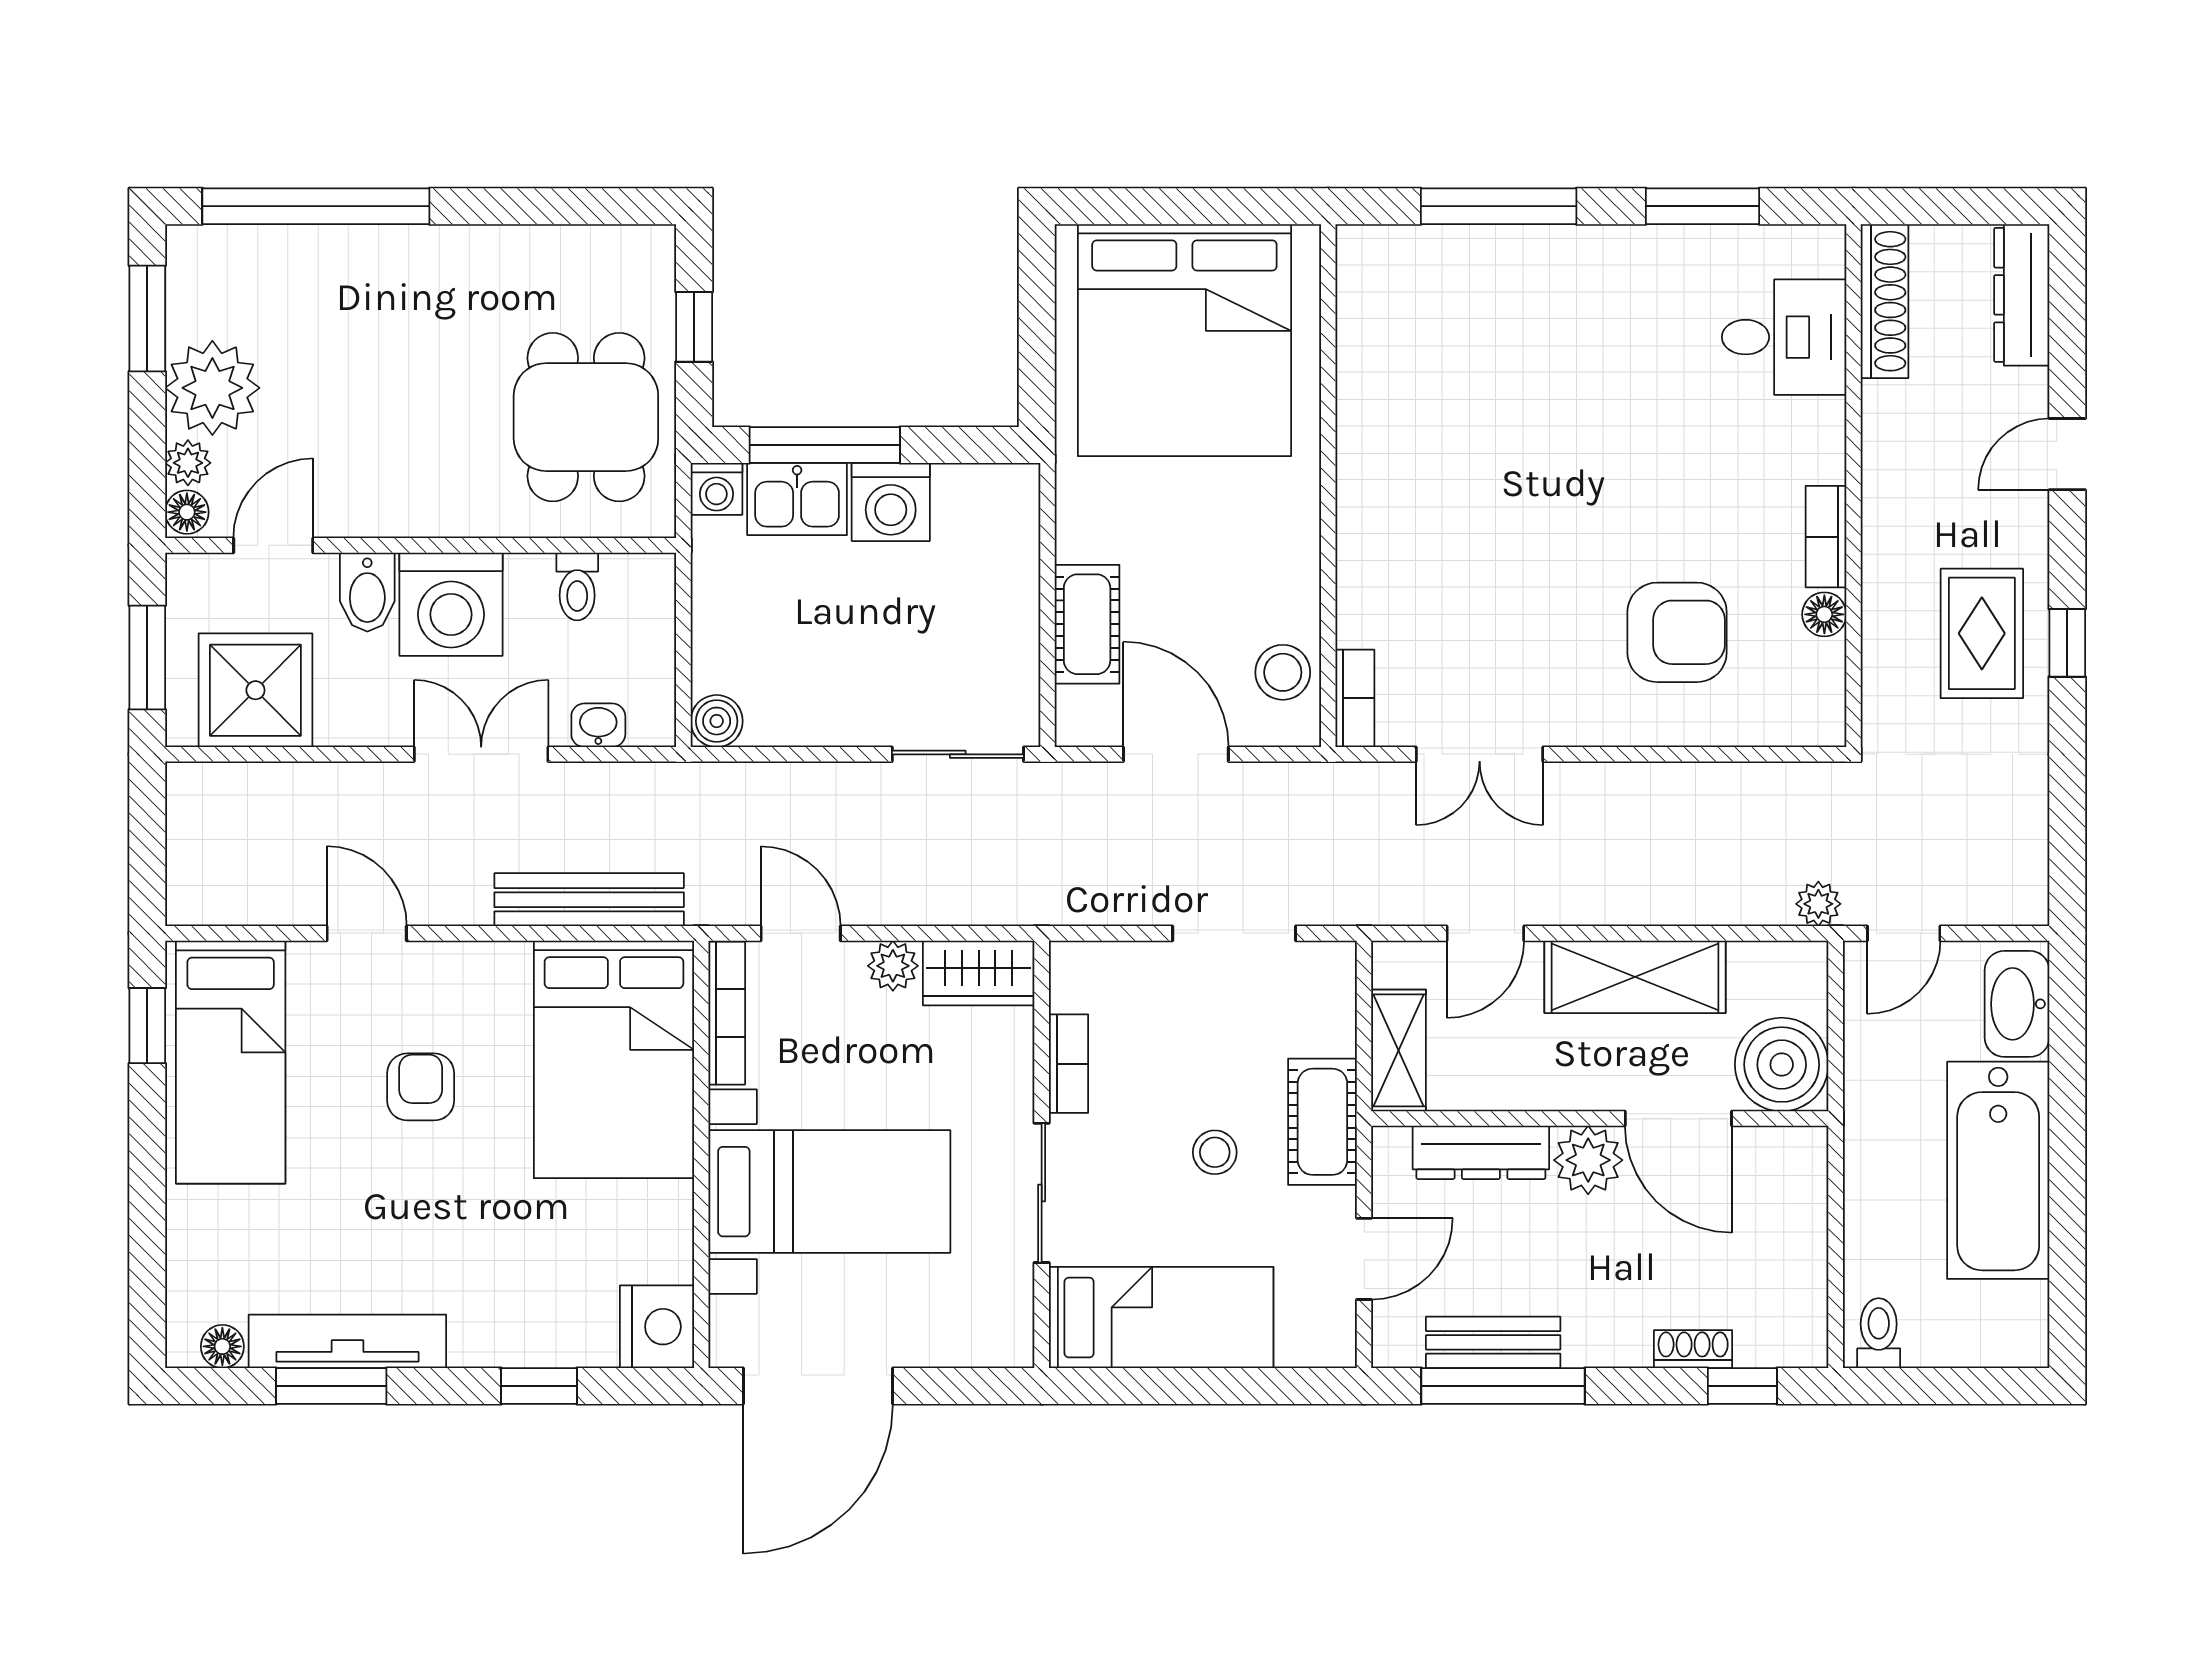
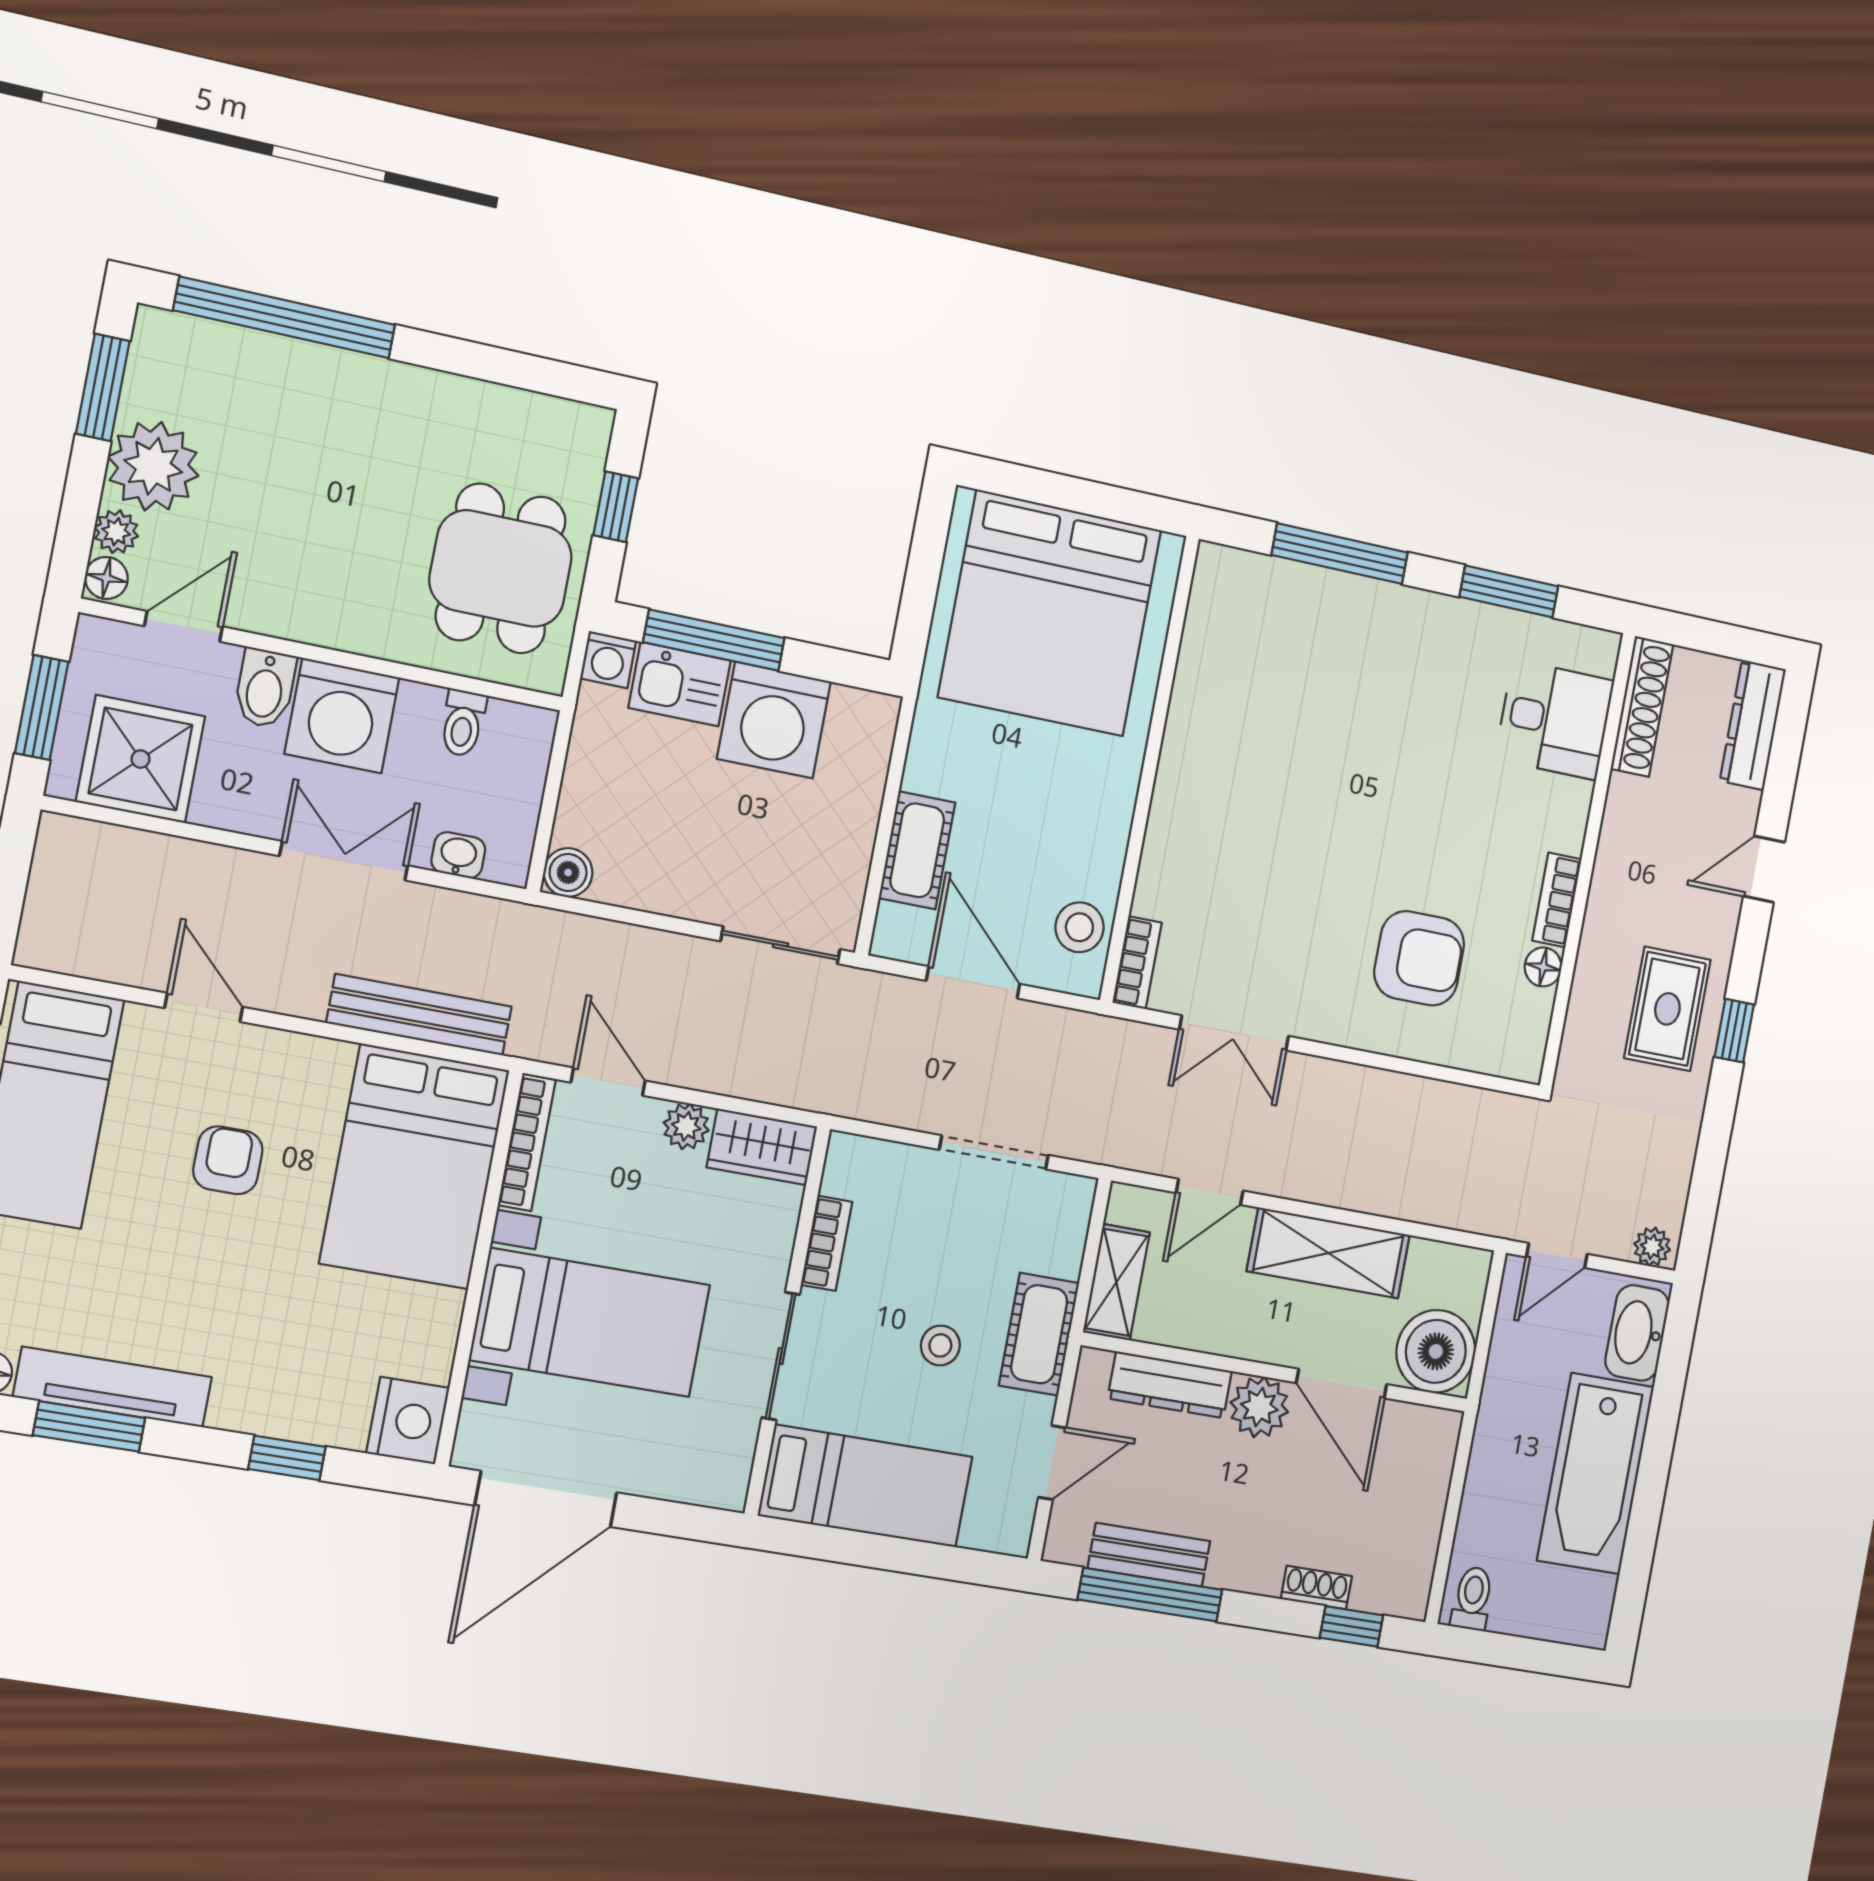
washing machine: (891, 502) -> (774, 720), width x1.37, depth x1.37
plant: (1818, 904) -> (1652, 1247), moved

